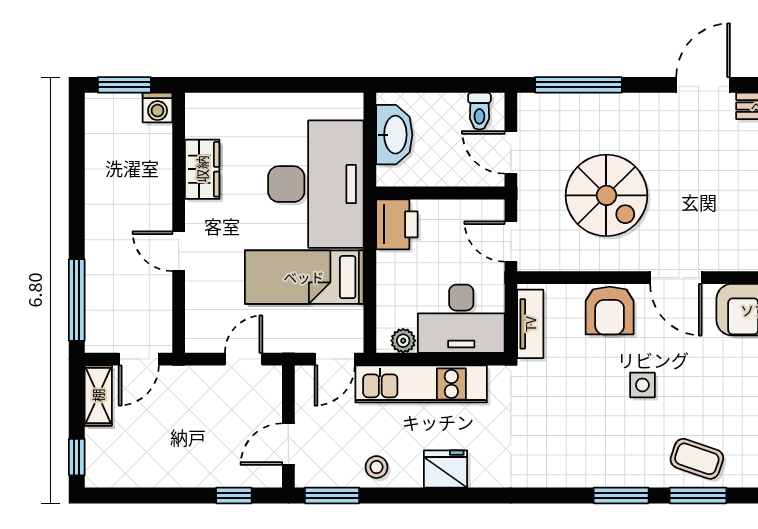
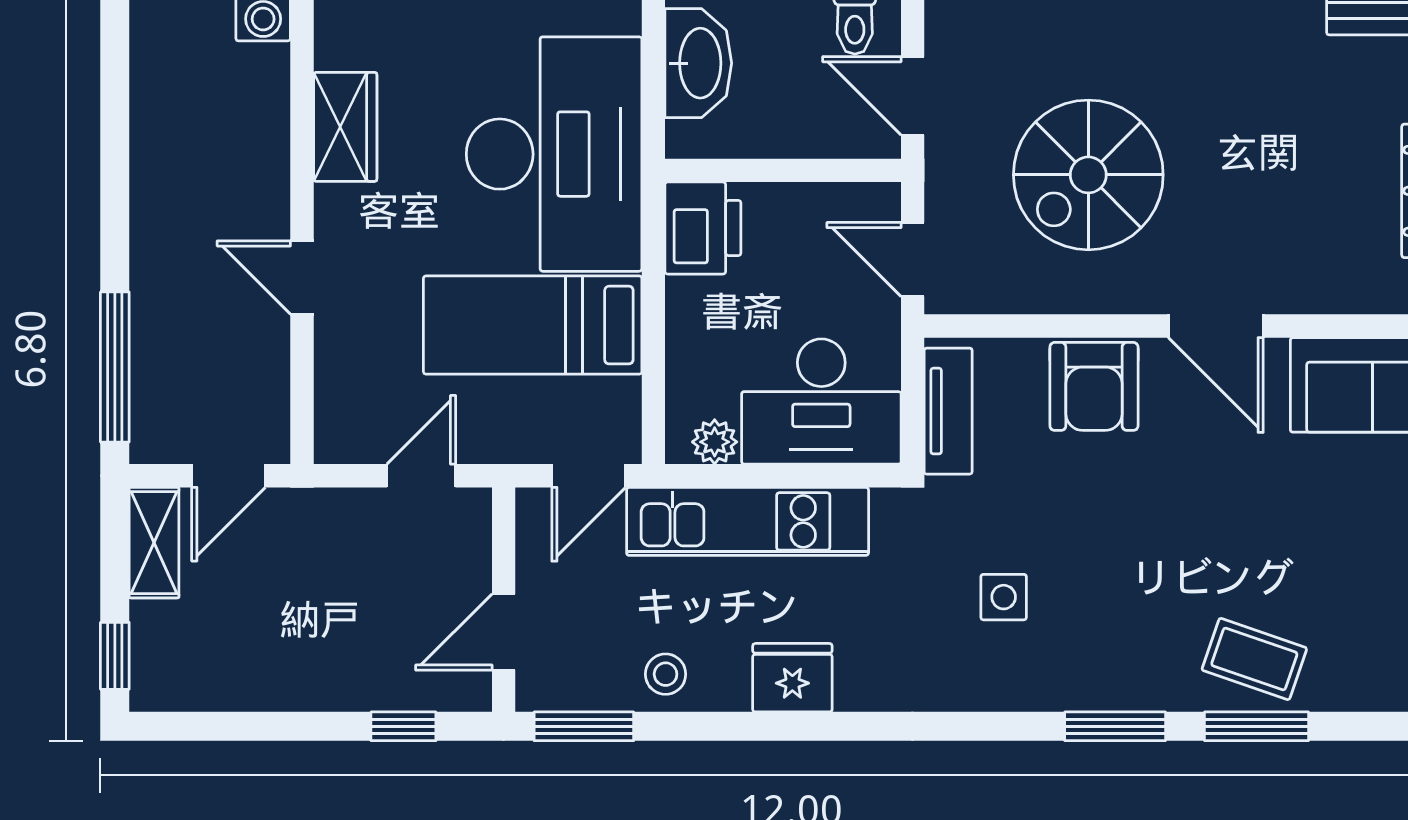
spiral stairs: (606, 195) -> (1088, 175), turned 90
side table: (642, 385) -> (1004, 597), moved

